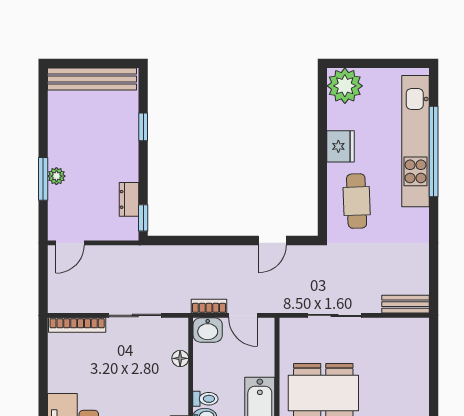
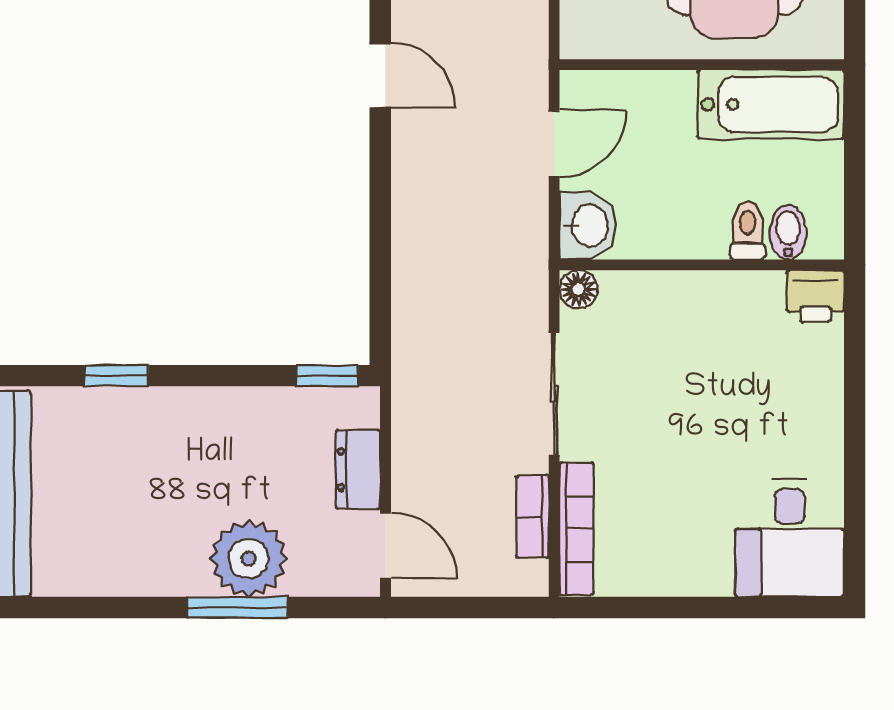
plant: (56, 176) -> (249, 559), width x1.88, depth x1.88
dresser: (129, 199) -> (358, 469), moved, turned 90
bookcase: (209, 306) -> (532, 517), moved
floor lamp: (180, 358) -> (579, 289), moved

